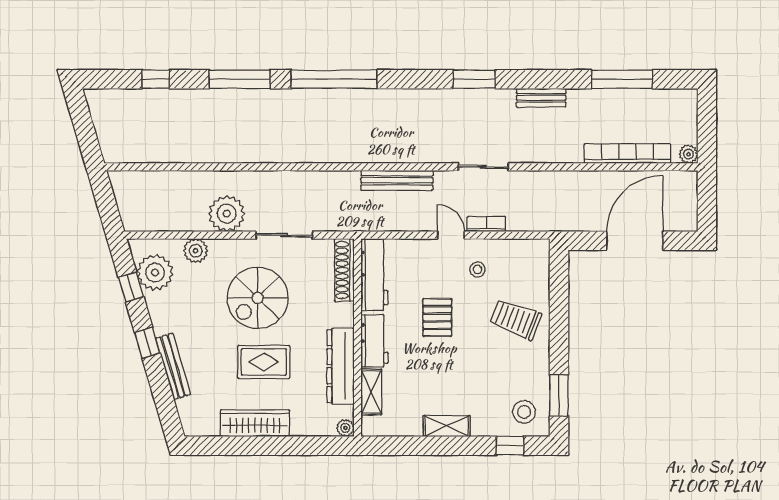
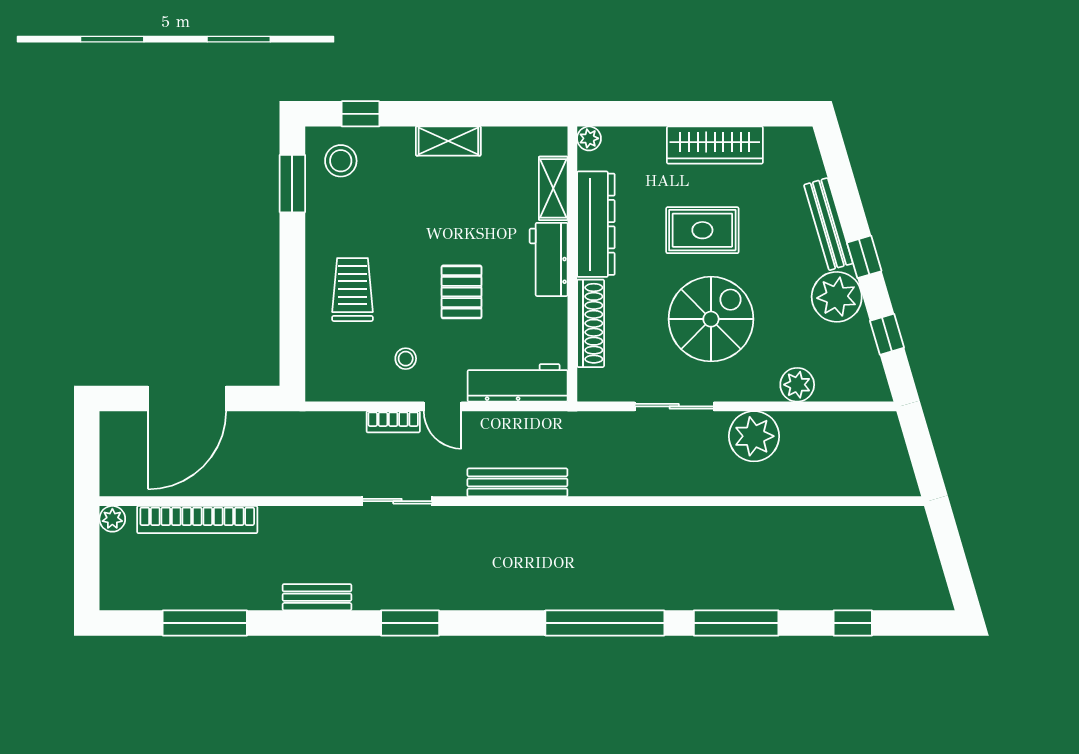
shoe rack: (344, 270) -> (591, 323), moved
plant: (155, 272) -> (837, 297), moved
workbench: (374, 274) -> (518, 383), moved, turned 90
trolley: (516, 319) -> (352, 290), turned -111

